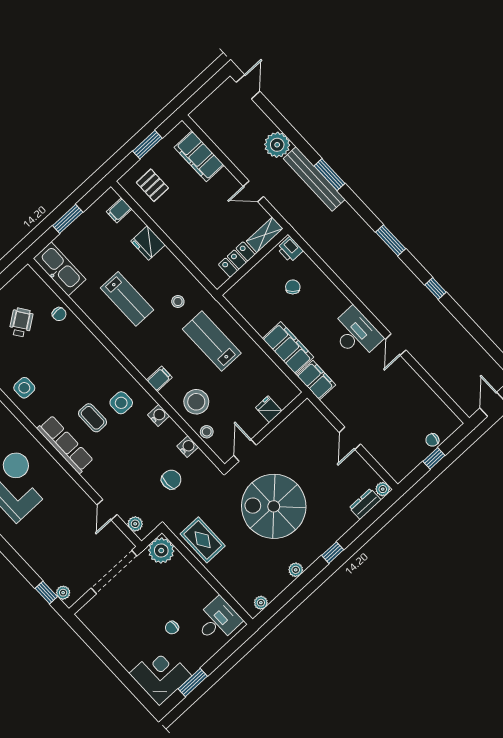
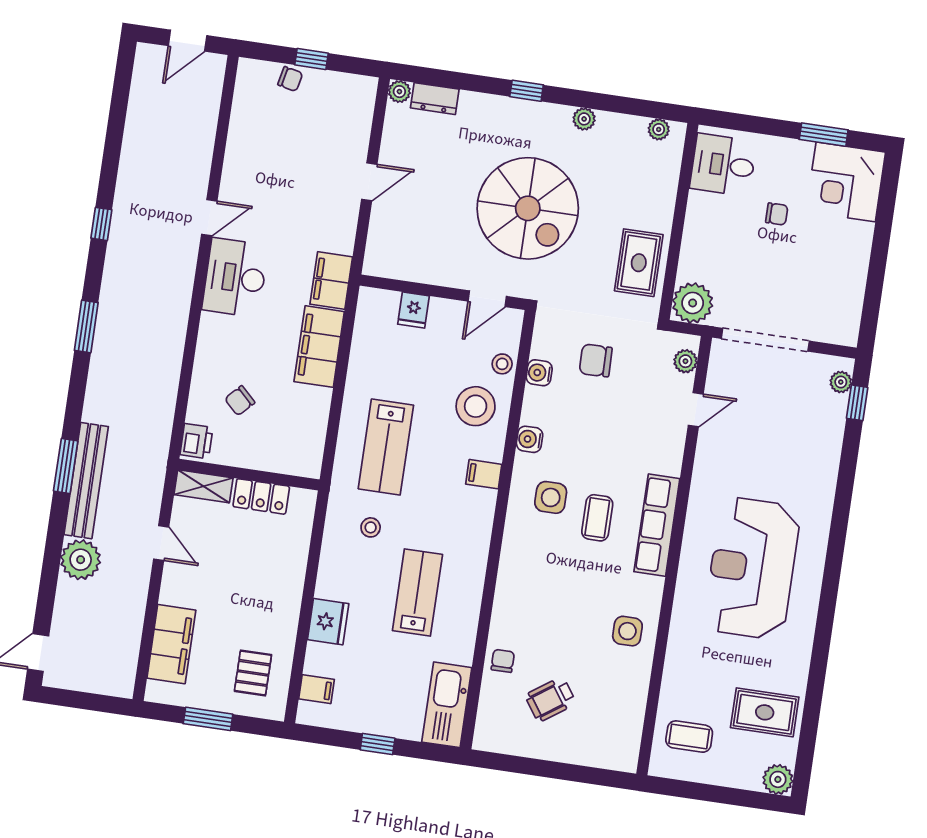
window: (68, 219) -> (378, 744), width x0.67

